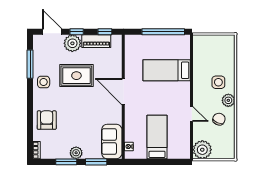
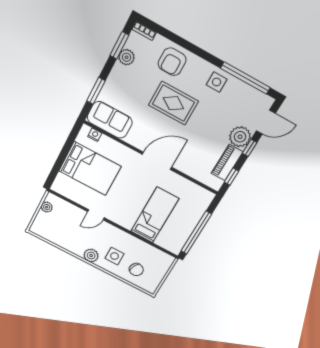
window: (30, 64) -> (245, 78), width x1.46
rug: (76, 76) -> (173, 103), moved, turned 90
chair: (219, 119) -> (136, 270), moved
armchair: (47, 120) -> (172, 62), turned 90
bed: (157, 137) -> (90, 169), width x1.50
plant: (202, 150) -> (47, 207), width x0.53, depth x0.53
plant: (76, 153) -> (127, 57), moved
window: (66, 162) -> (119, 45), moved

